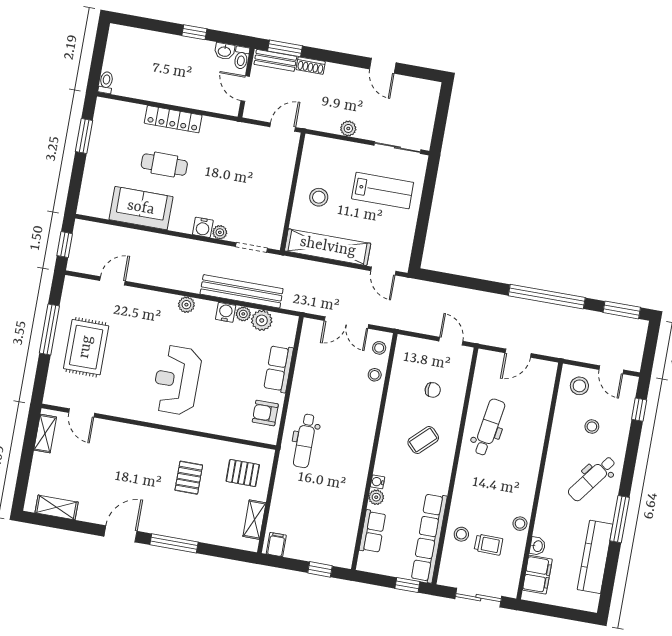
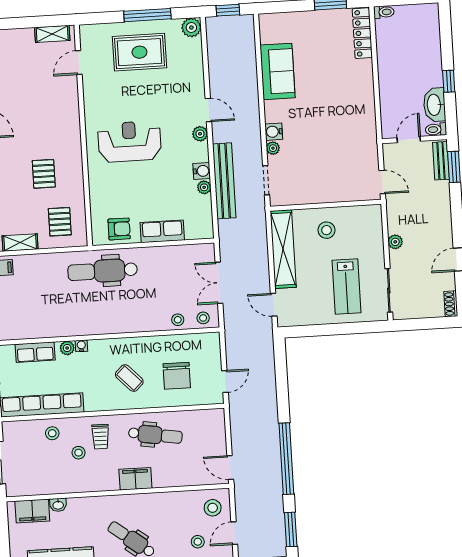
washbasin: (224, 51) -> (434, 105), width x1.91, depth x1.45
shoe rack: (311, 66) -> (451, 304), moved
locker: (173, 119) -> (362, 33), moved
cafe table: (164, 165) -> (322, 83), removed
door: (383, 271) -> (274, 305), hinge flipped
door: (112, 281) -> (208, 110), moved
plant: (262, 320) -> (191, 28), moved
door: (518, 353) -> (230, 467), moved
chair: (433, 390) -> (177, 376), width x1.87, depth x1.87
armchair: (265, 413) -> (119, 229), turned 90
stool: (592, 427) -> (198, 542), moved
dental chair: (305, 441) -> (103, 271), width x1.36, depth x1.38
filing cabinet: (530, 459) -> (135, 479), added
pallet: (189, 478) -> (44, 174), turned 90
stool: (520, 524) -> (79, 453), moved
trolley: (488, 545) -> (100, 437), moved

